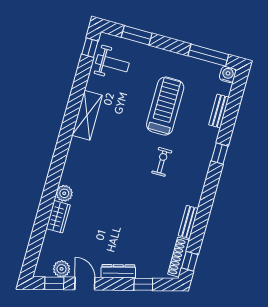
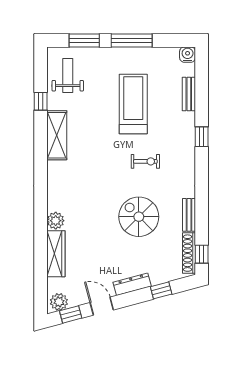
window: (90, 48) -> (41, 101), moved
window: (208, 55) -> (132, 40), moved
weight bench: (112, 63) -> (68, 75), turned -90
exercise bike: (162, 162) -> (145, 161), turned 90
spiral stairs: (142, 211) -> (139, 217), added
wardrobe: (58, 217) -> (56, 254), width x1.50
plant: (62, 269) -> (59, 302), moved

